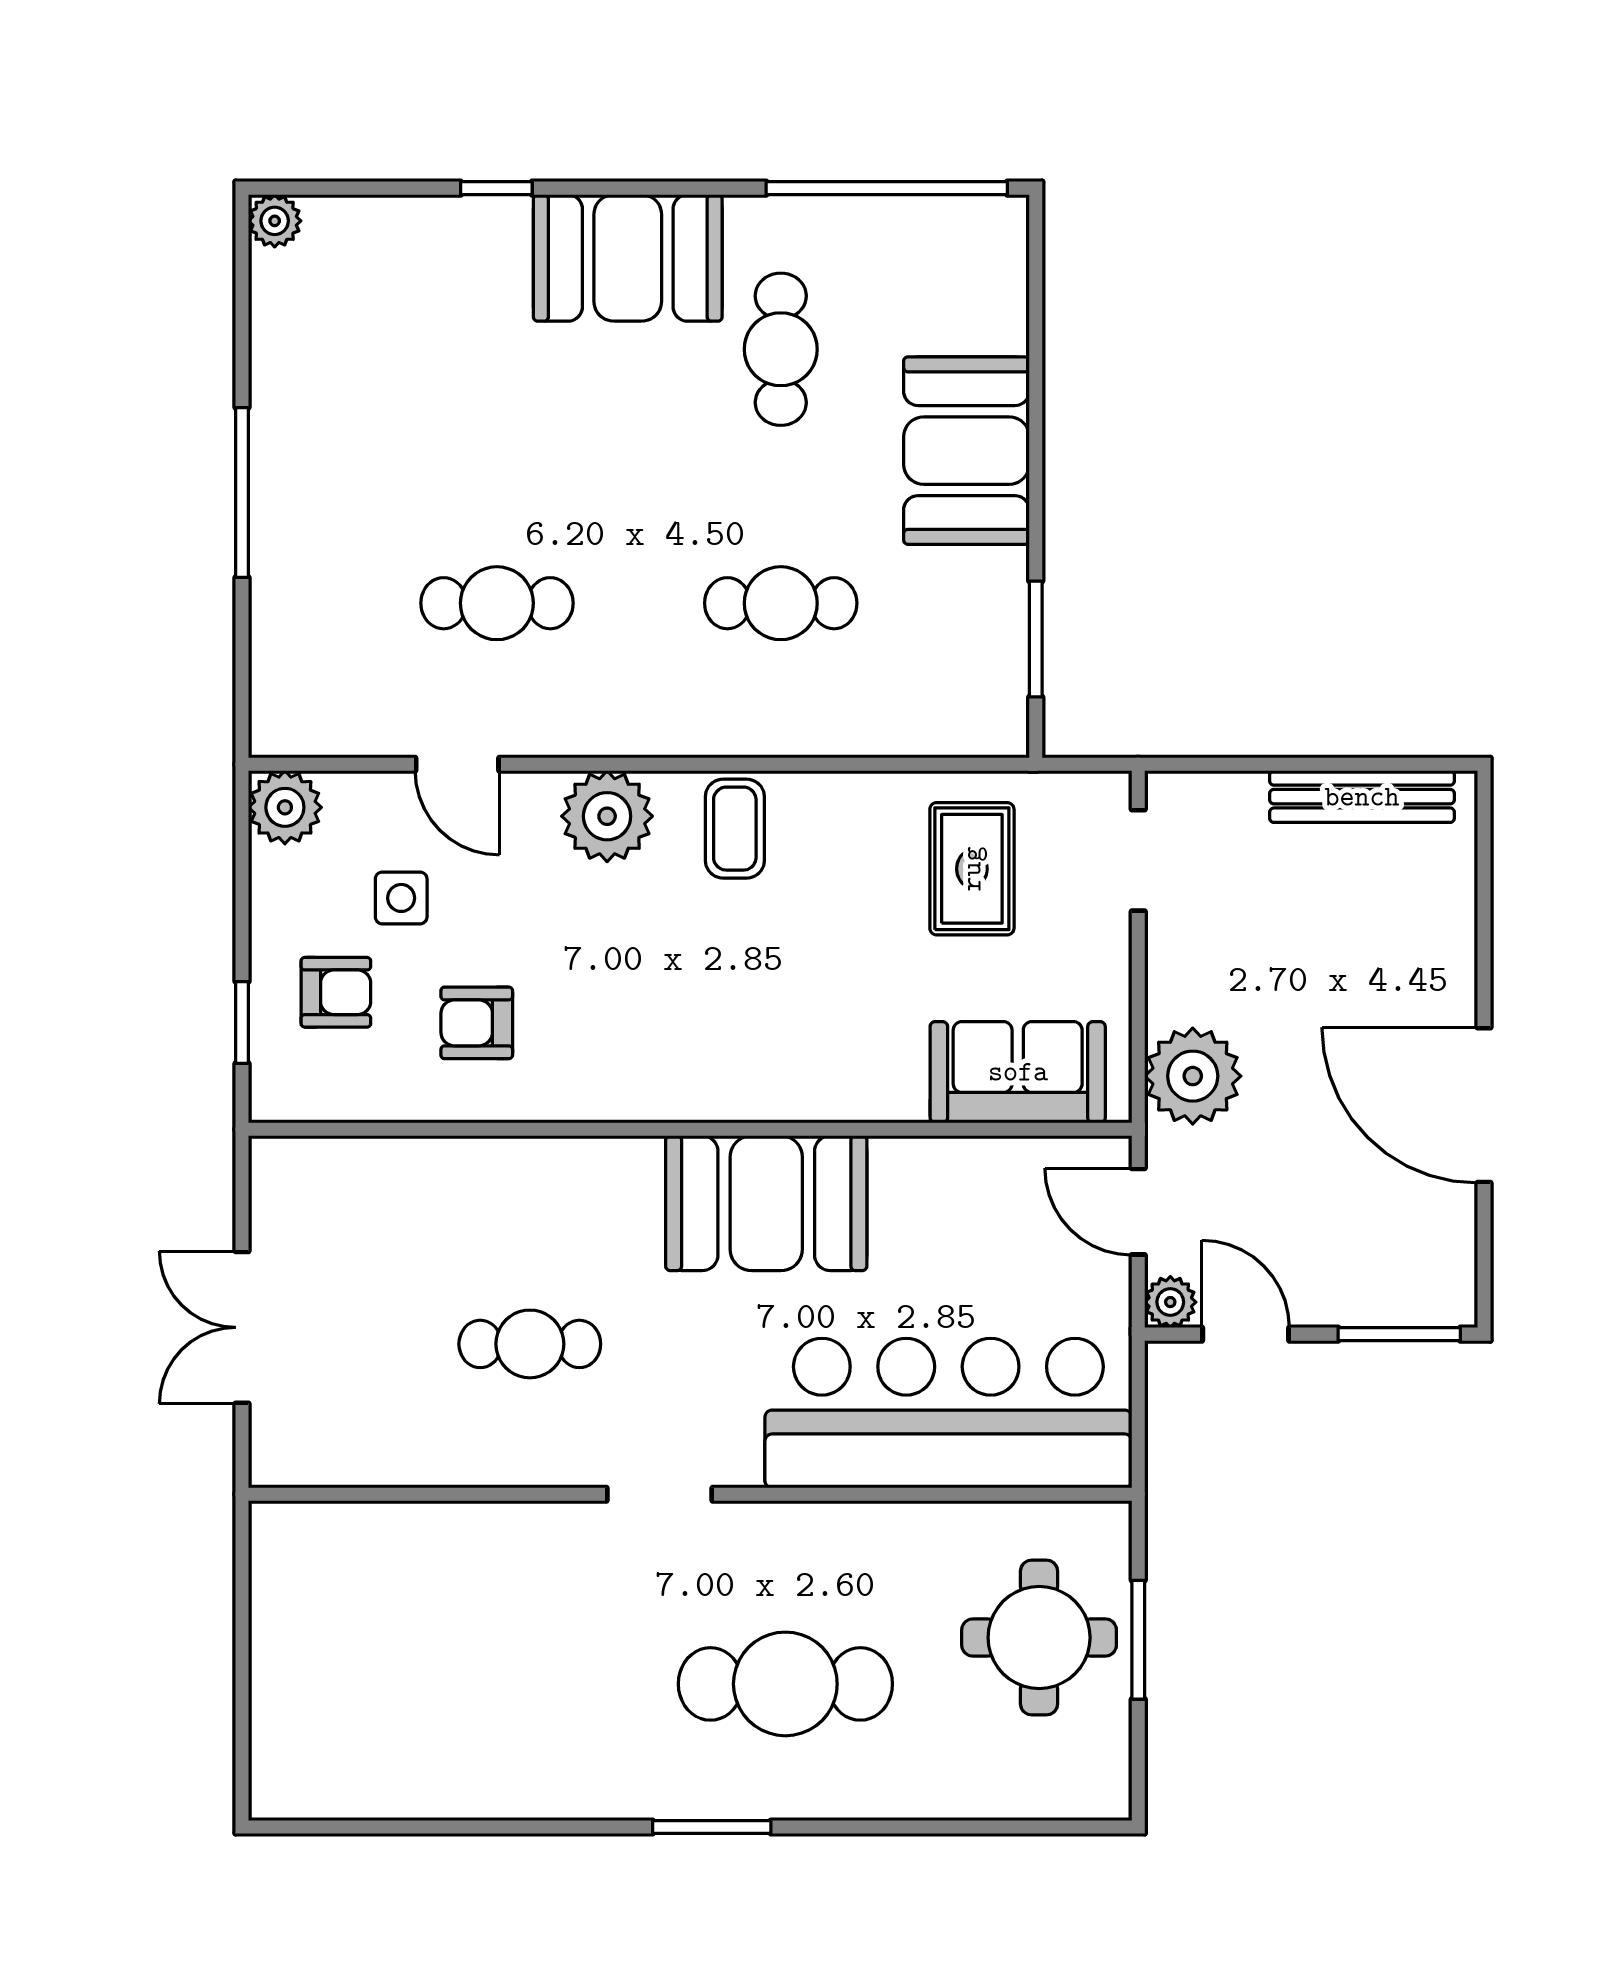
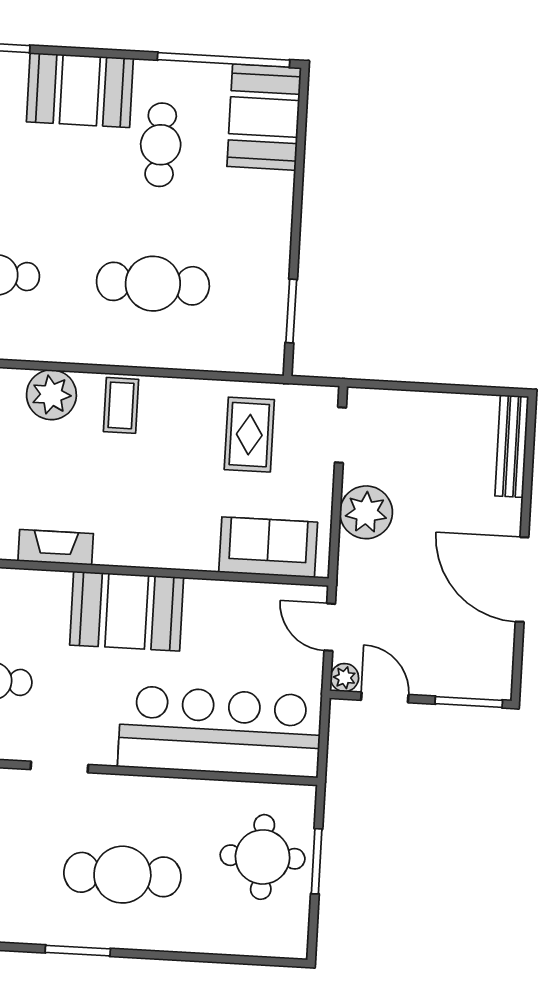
booth: (966, 451) -> (264, 117), moved
cafe table: (781, 603) -> (153, 284), width x1.37, depth x1.35
bench: (1362, 797) -> (512, 446), moved, turned 90
plant: (1193, 1076) -> (366, 512), moved
fireplace: (630, 1094) -> (56, 547), added

